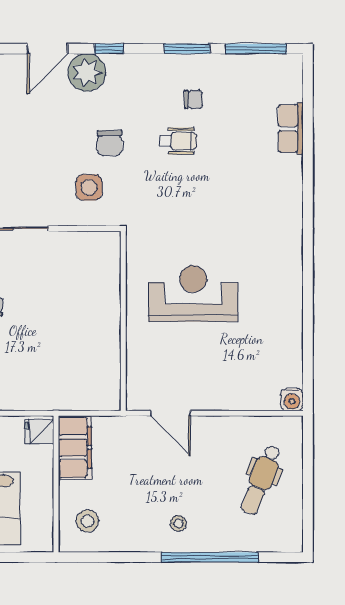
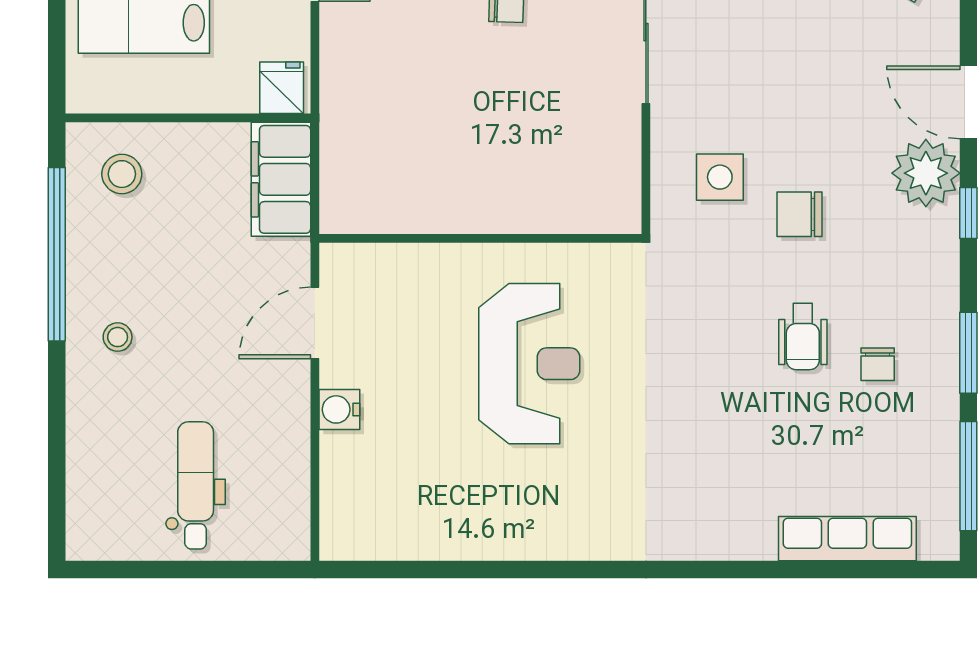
row of seats: (291, 129) -> (847, 539), width x1.48
water cooler: (292, 400) -> (339, 409), moved
filing cabinet: (75, 448) -> (281, 179), moved, turned 90
dental chair: (261, 480) -> (196, 485), turned 68
window: (210, 557) -> (57, 254), moved

